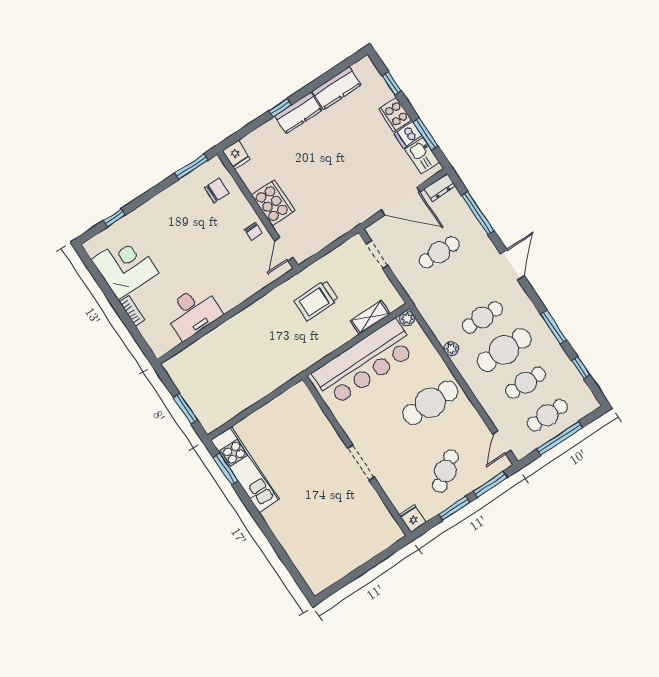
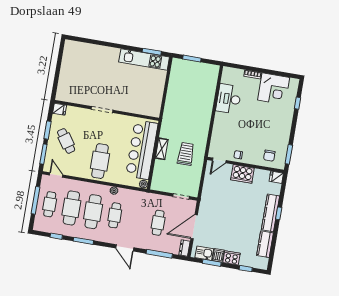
kitchen counter: (298, 113) -> (270, 213), width x1.50
door: (284, 249) -> (219, 160), swing flipped
shelving: (370, 317) -> (162, 149), moved
cafe table: (526, 383) -> (71, 208), width x1.37, depth x1.35

